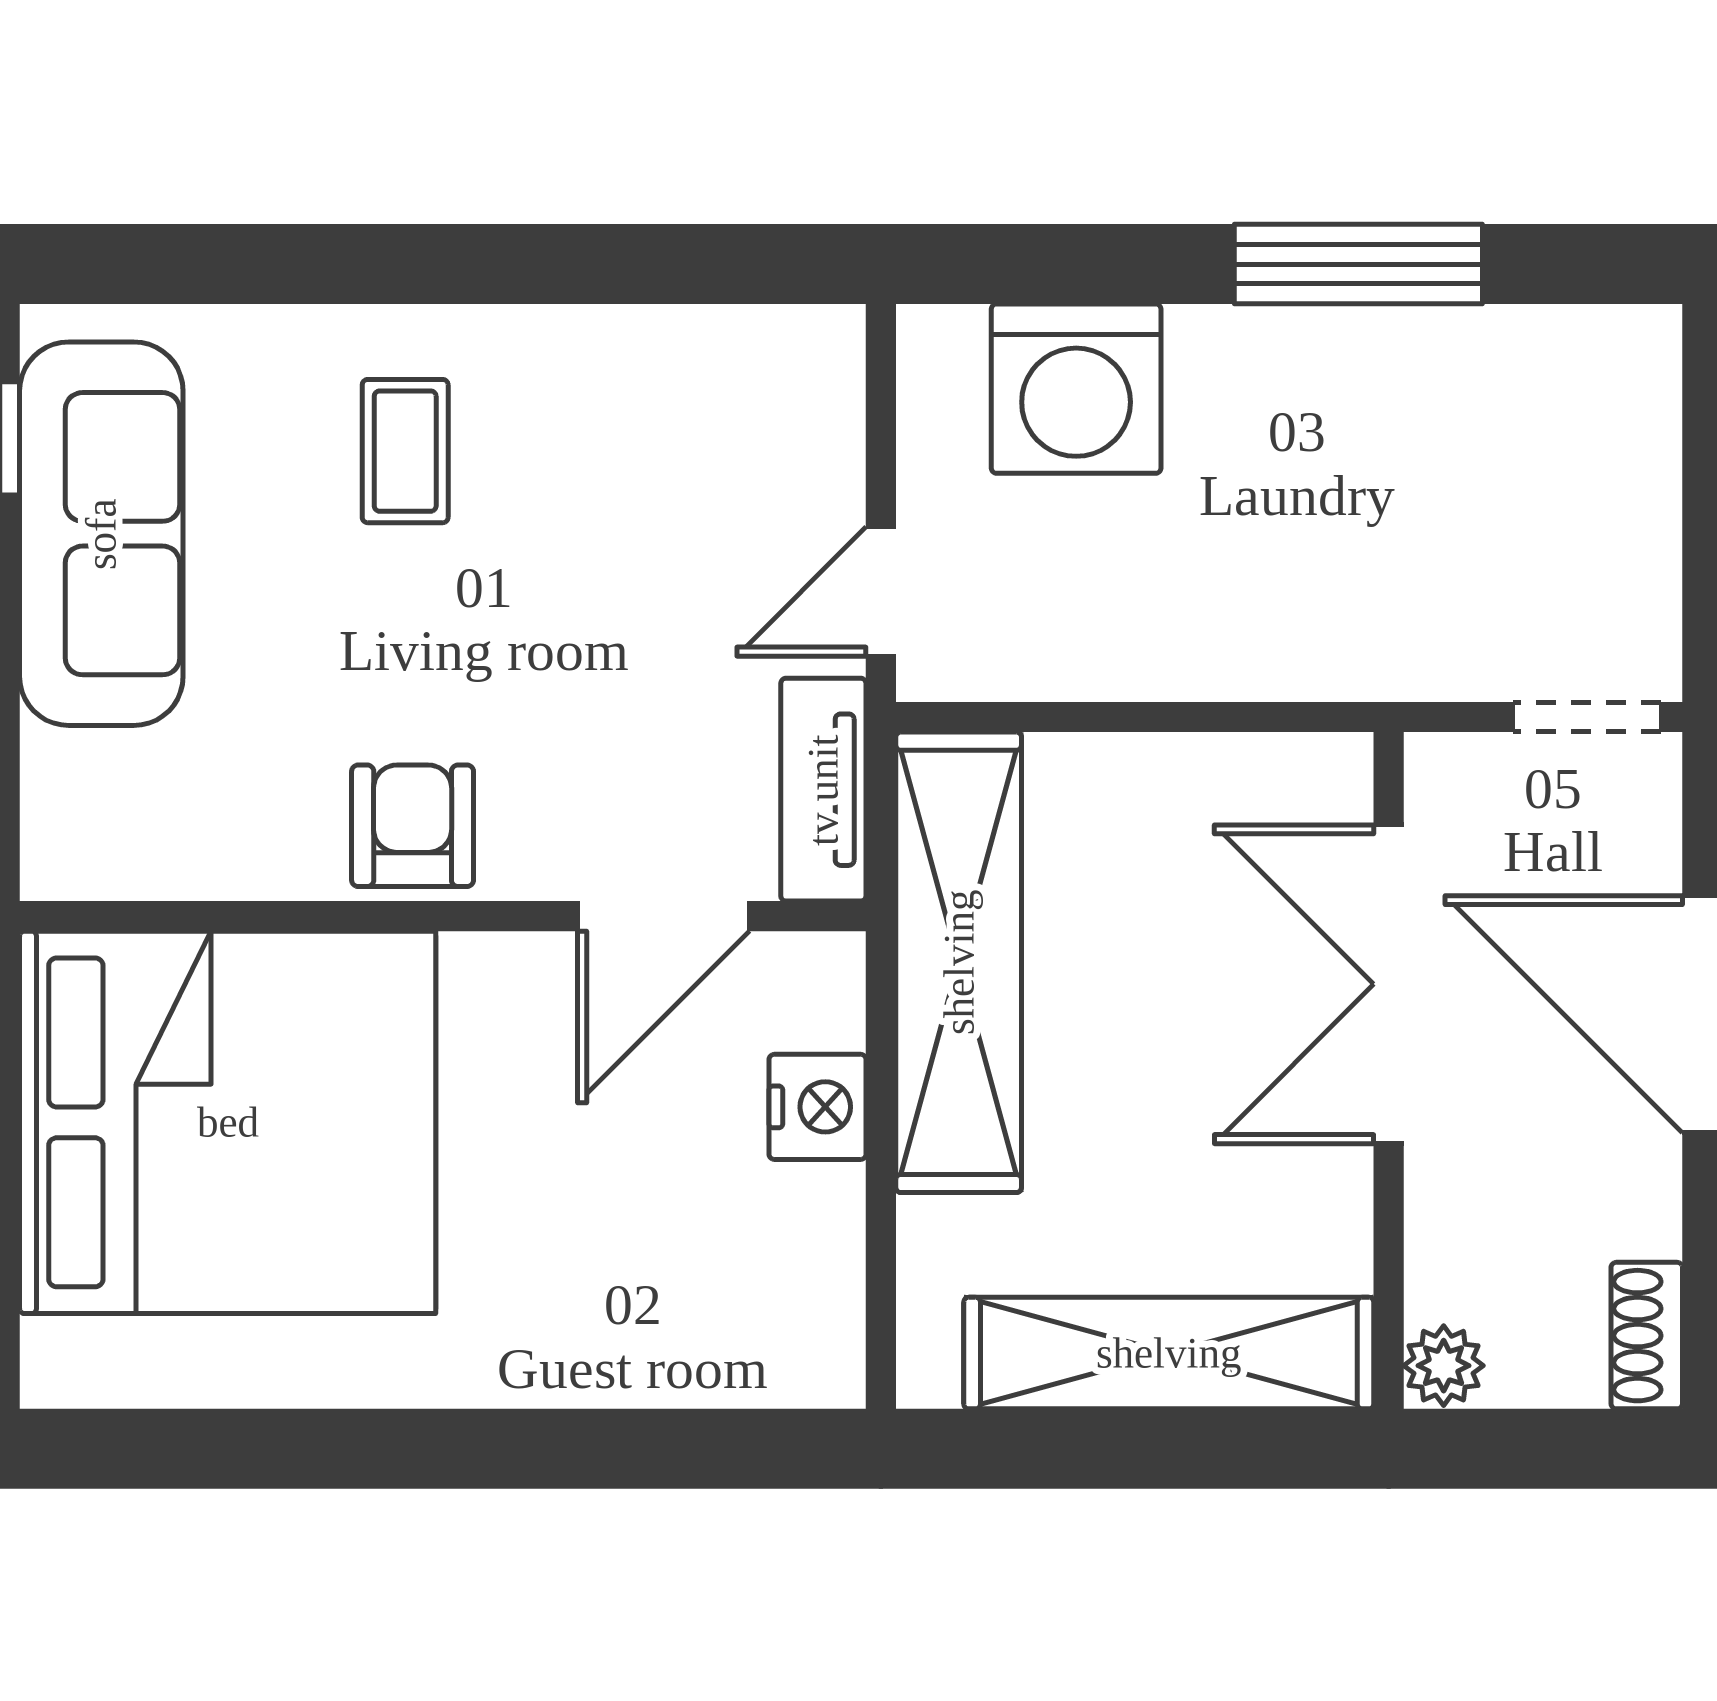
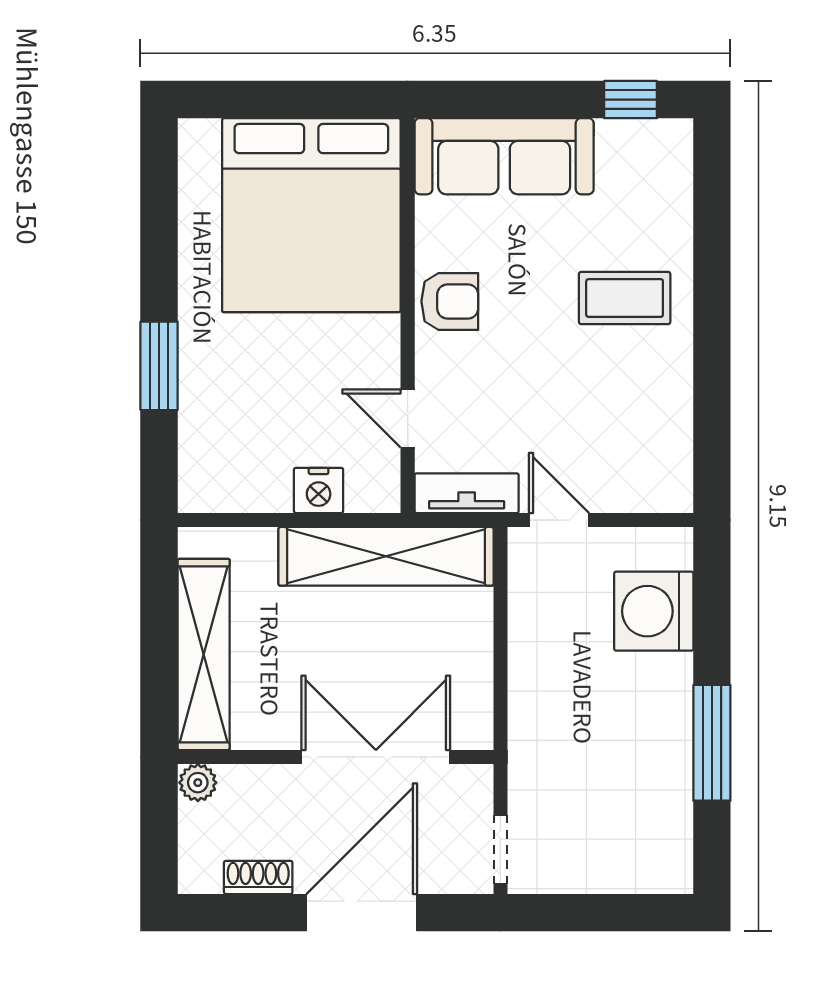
coffee table: (405, 451) -> (625, 298), width x1.36, depth x1.30
sofa: (101, 534) -> (504, 156), moved
door: (663, 916) -> (408, 419), width x0.73
shoe rack: (1647, 1336) -> (258, 877), moved
window: (550, 1449) -> (159, 366), added

